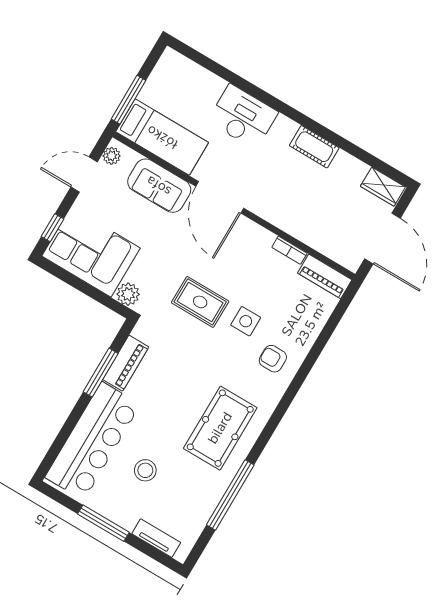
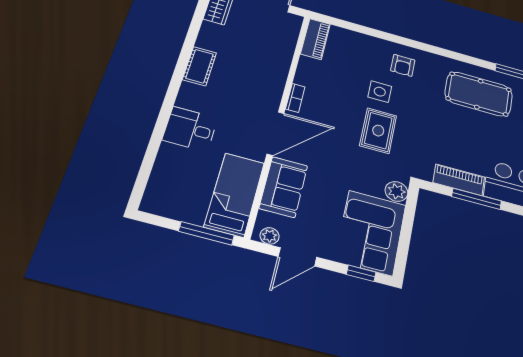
desk: (243, 117) -> (190, 129), width x0.73
door: (84, 174) -> (297, 257), hinge flipped
bookcase: (289, 250) -> (295, 98), moved

